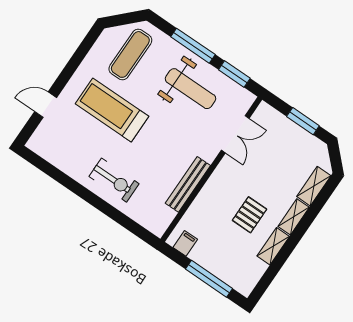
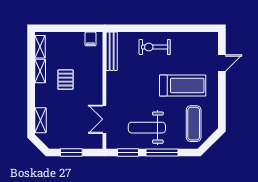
bench: (188, 184) -> (112, 51), moved
shelving: (294, 217) -> (40, 47), moved
window: (209, 279) -> (64, 28), removed

